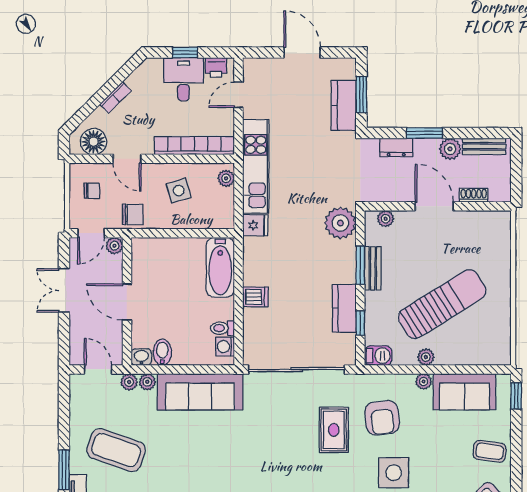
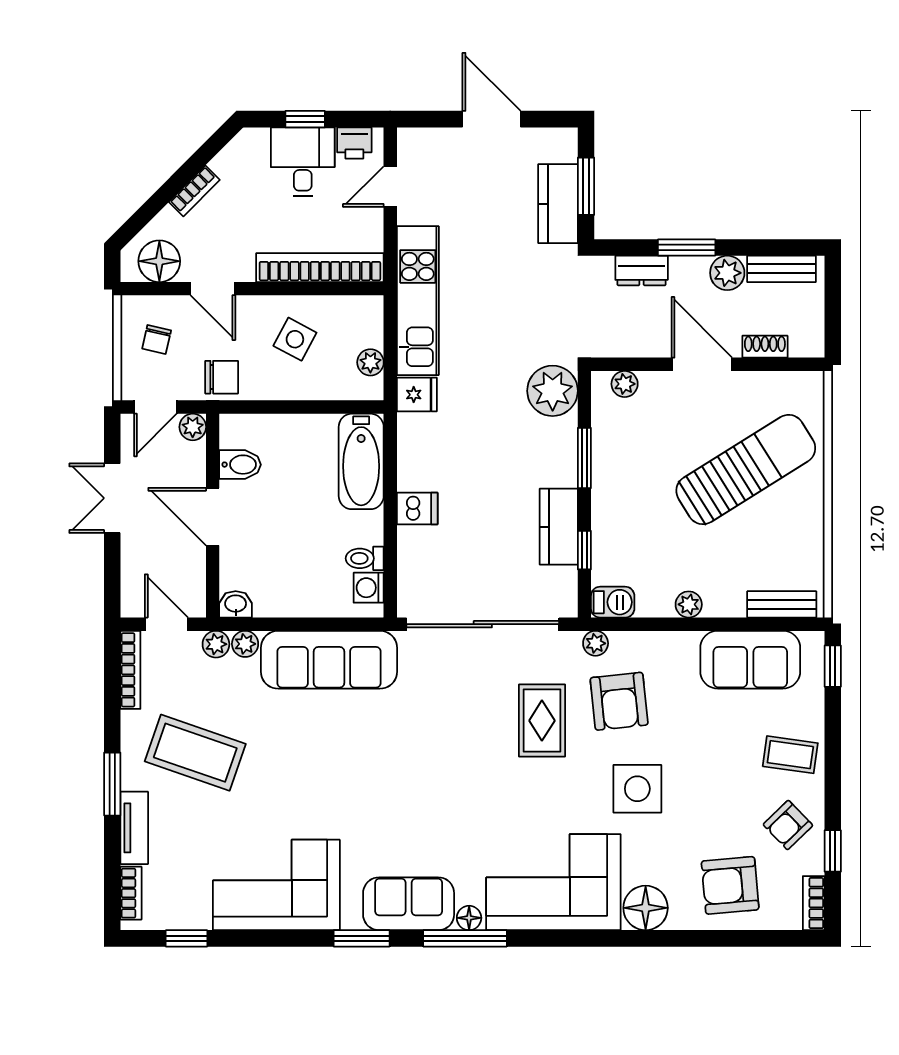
plant: (226, 178) -> (370, 362), moved
chair: (92, 191) -> (157, 339), turned 103
side table: (179, 191) -> (295, 339), turned 45
bench: (373, 268) -> (782, 604), moved, turned 90
sun lounger: (442, 304) -> (746, 469), moved
bidet: (162, 352) -> (240, 465), moved, turned 90
plant: (424, 381) -> (596, 643), moved
bookcase: (75, 398) -> (130, 670), added

